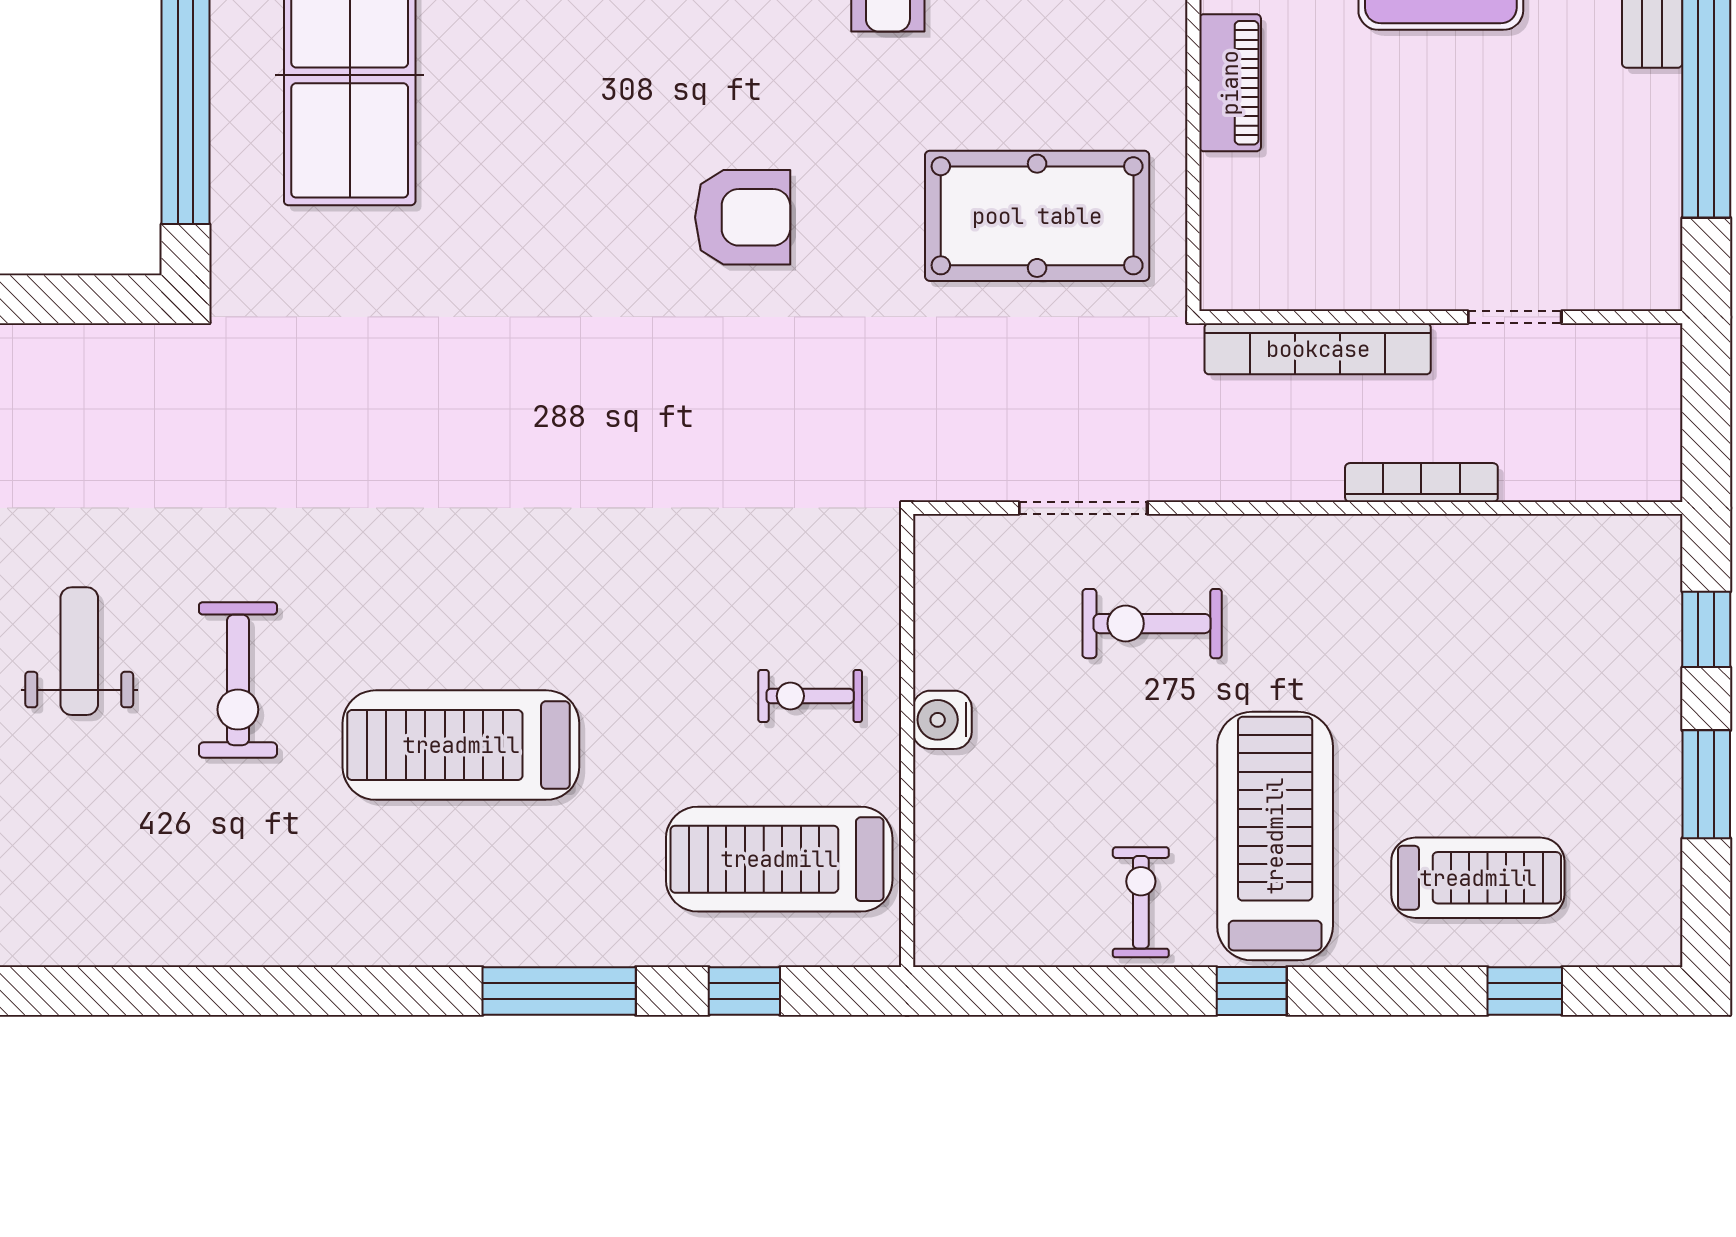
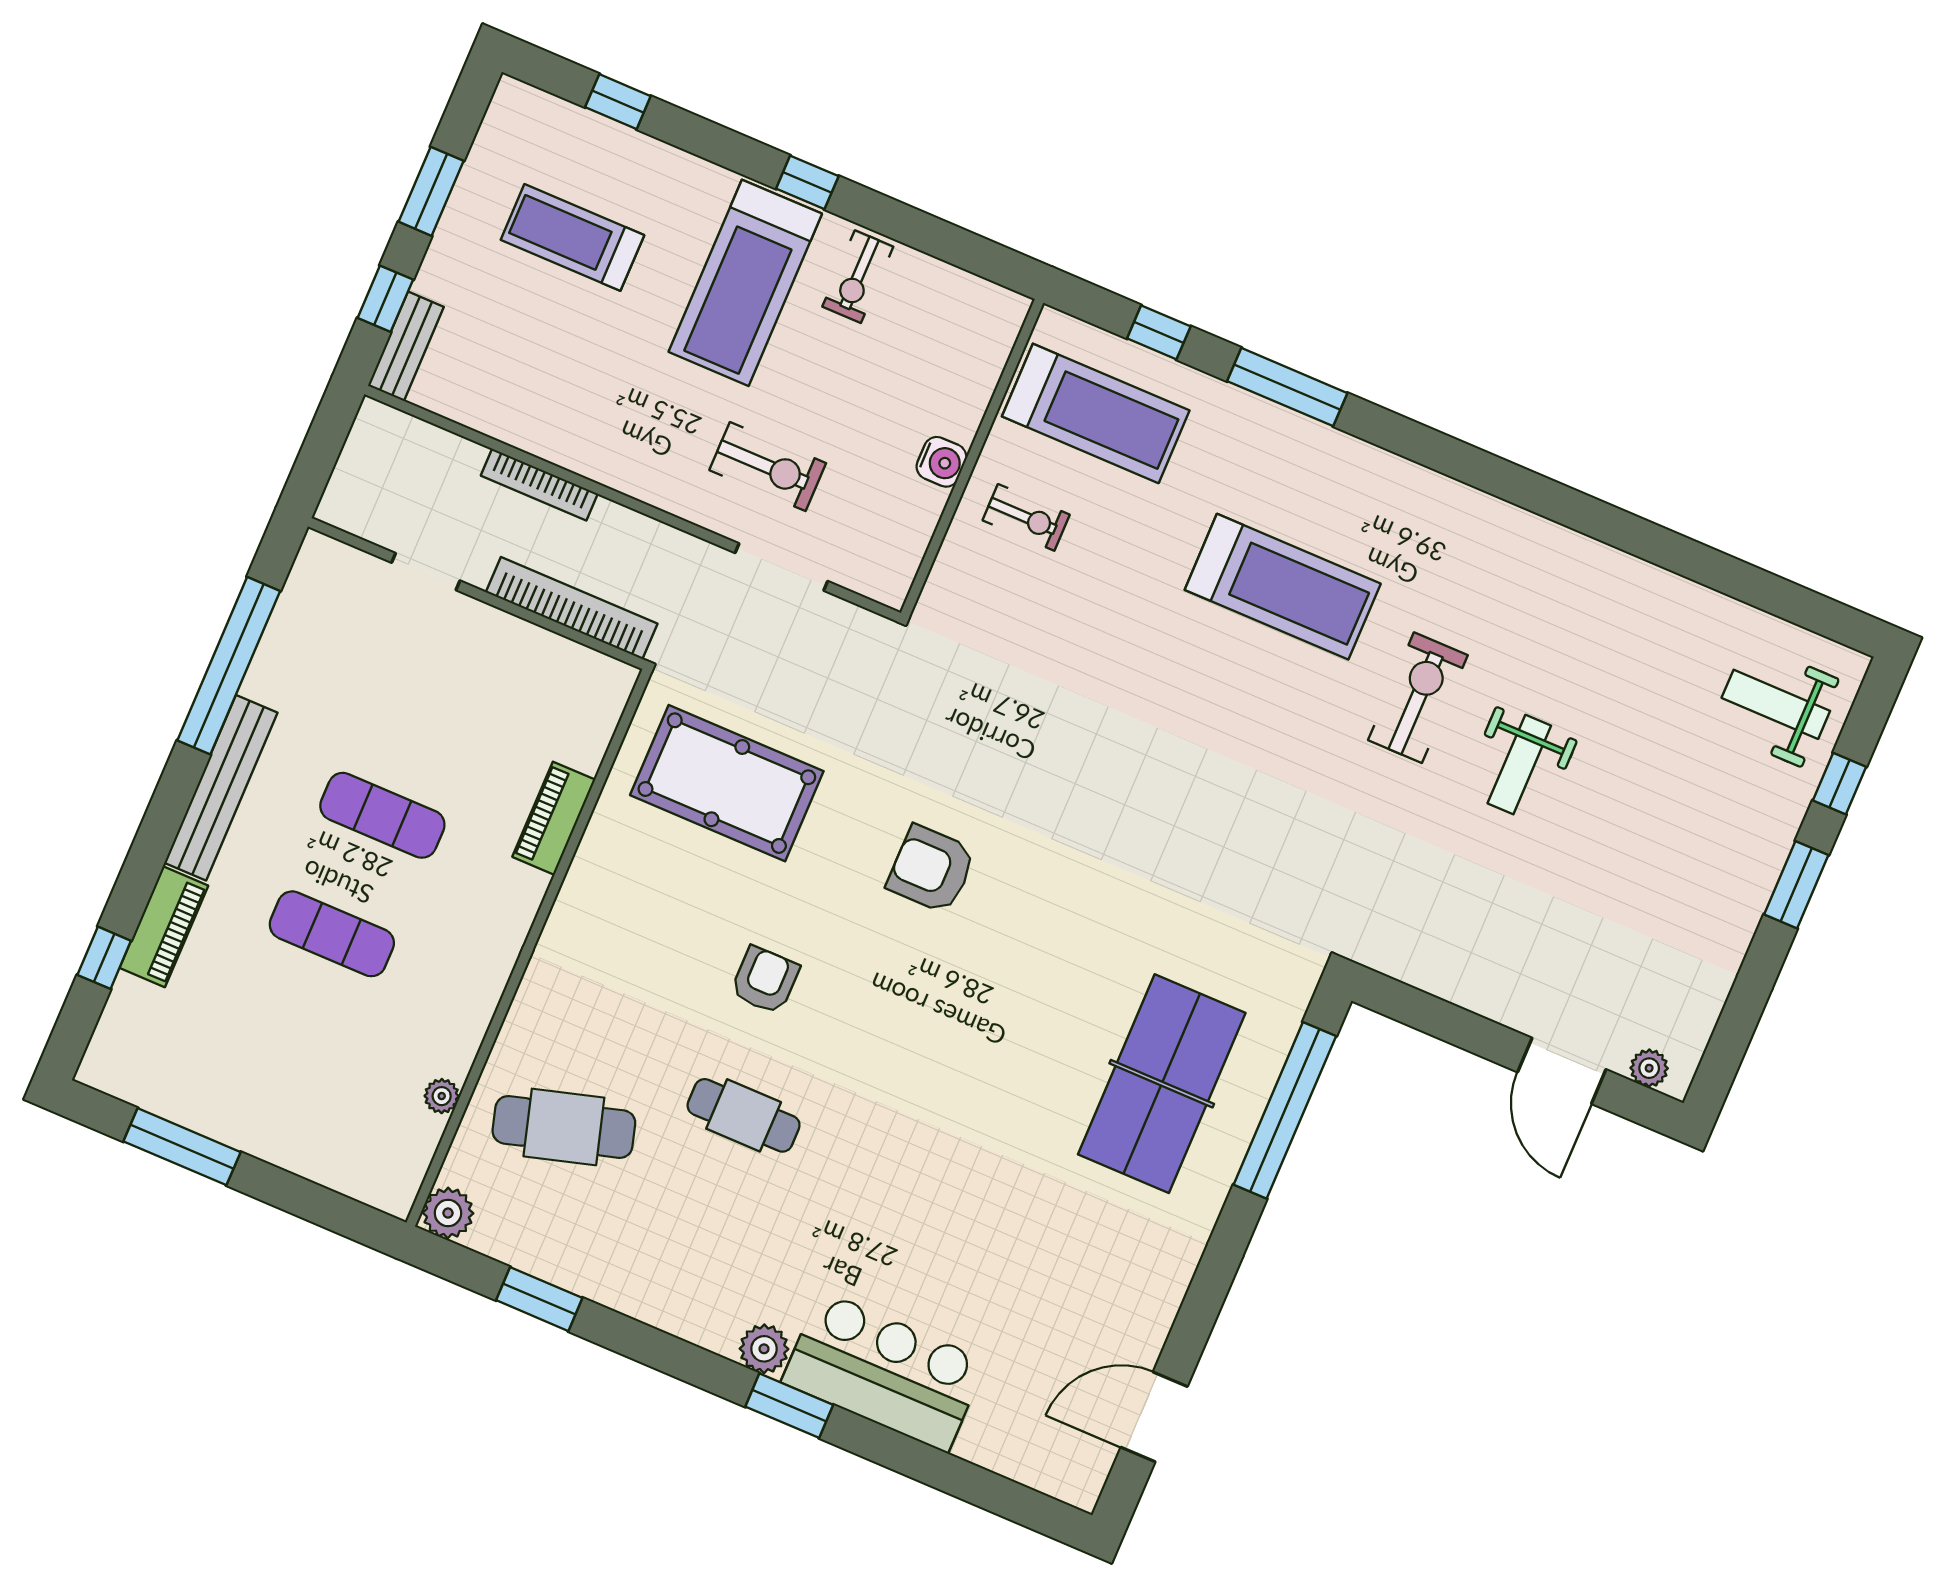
bench: (1656, 582) -> (406, 346), added
treadmill: (1478, 878) -> (572, 237), moved

